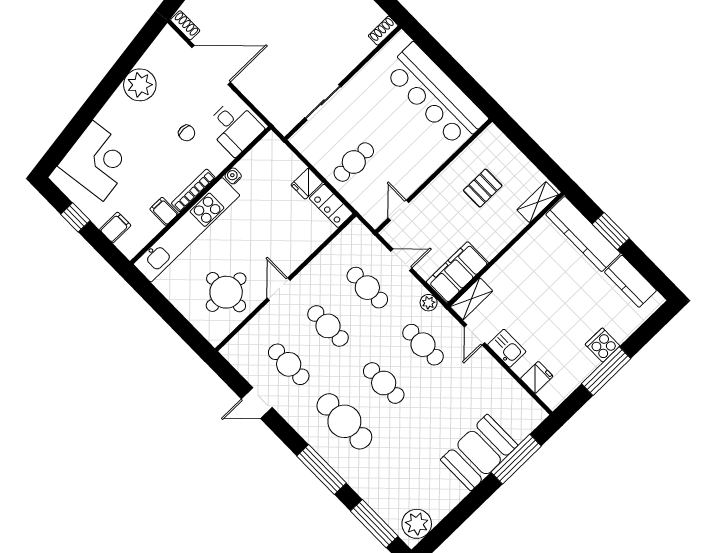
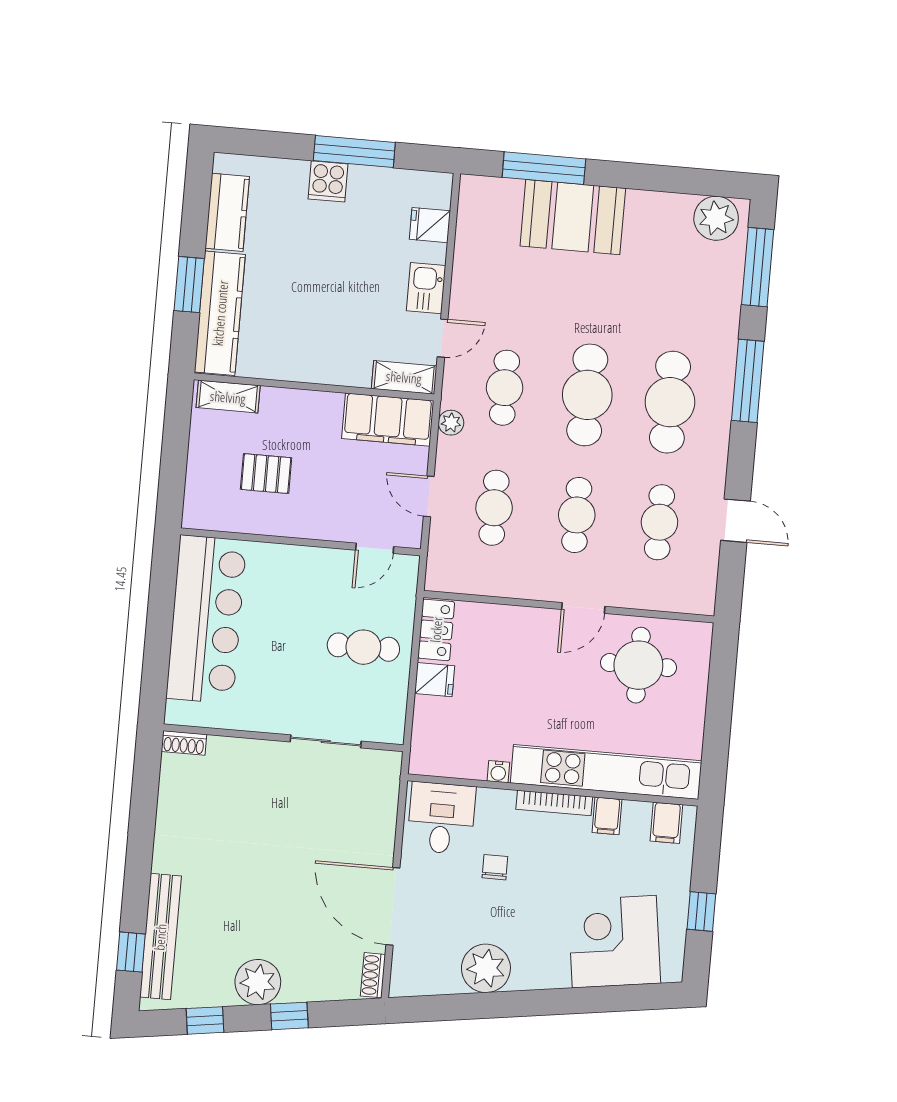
filing cabinet: (115, 228) -> (666, 823), moved, turned -90
cafe table: (384, 383) -> (587, 395), width x1.37, depth x1.35

